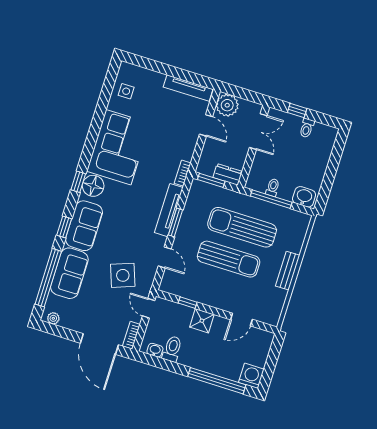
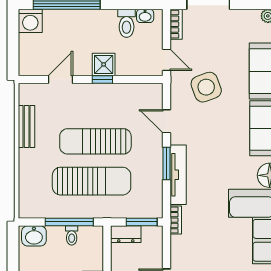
bench: (288, 271) -> (27, 126), moved
window: (188, 303) -> (102, 79), moved

